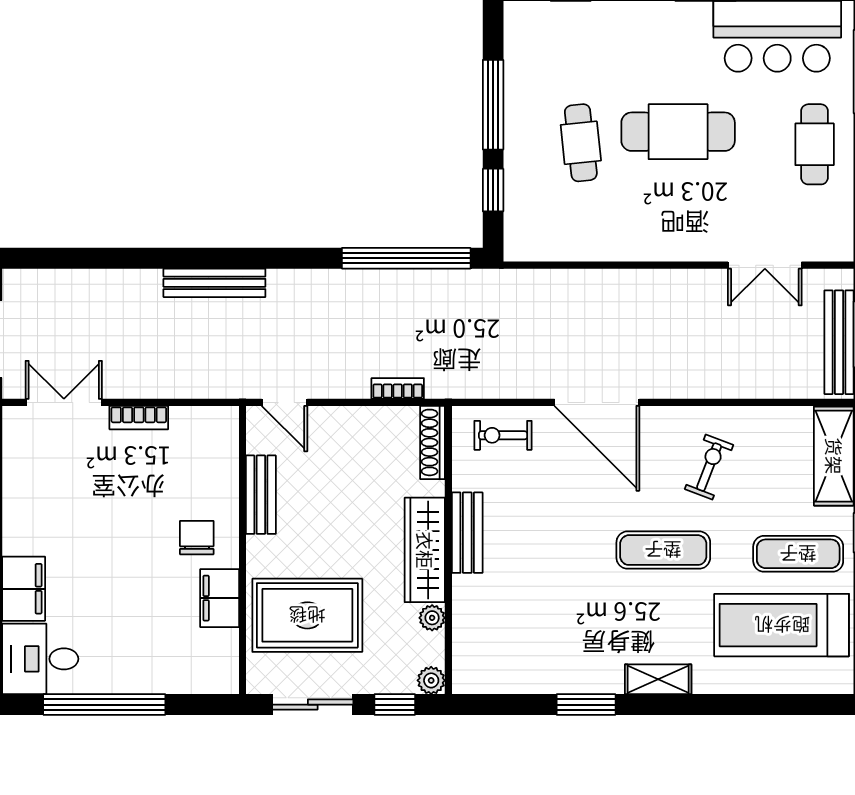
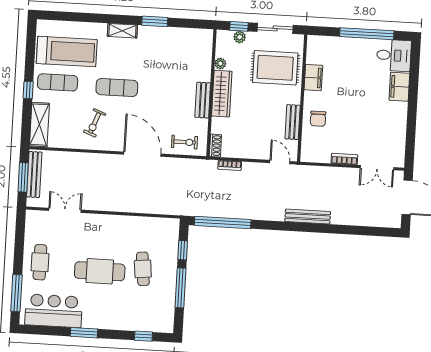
shoe rack: (433, 442) -> (215, 146), width x0.70
chair: (197, 538) -> (318, 119), moved
plant: (431, 680) -> (240, 37), moved

